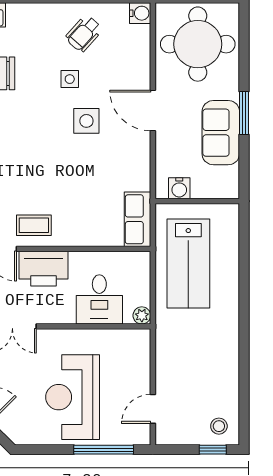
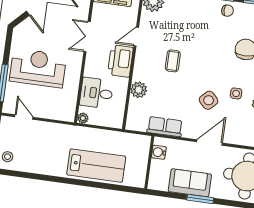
side table: (86, 121) -> (209, 100), turned 45
row of seats: (137, 219) -> (165, 127), moved
coffee table: (34, 225) -> (173, 61), moved
plant: (85, 233) -> (139, 90), added
lab bench: (188, 264) -> (96, 166), moved, turned 180

